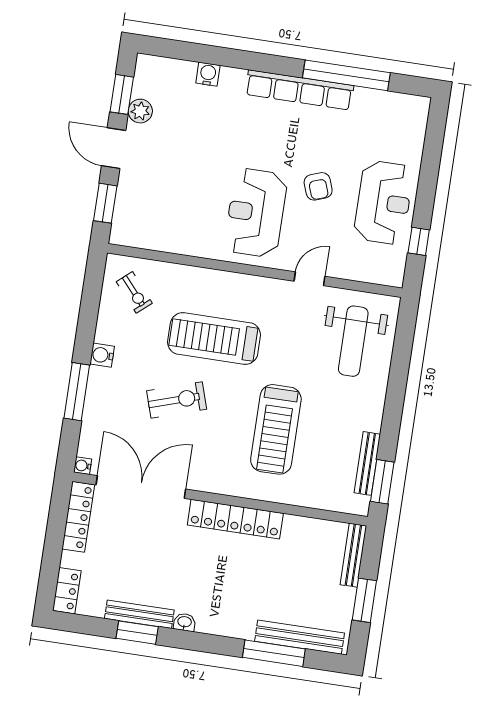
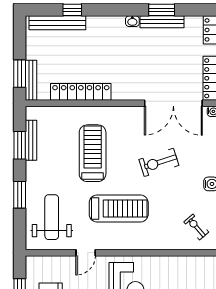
treadmill: (214, 339) -> (119, 209), moved
window: (397, 383) -> (20, 195), added
window: (382, 482) -> (20, 145), moved
locker: (235, 519) -> (81, 92), moved
window: (364, 600) -> (20, 74), moved
window: (274, 653) -> (72, 10), width x0.46

